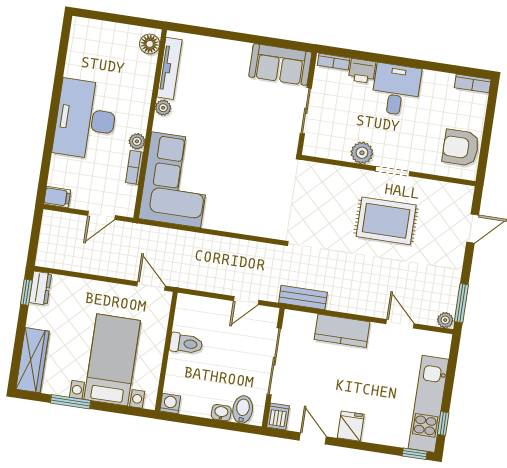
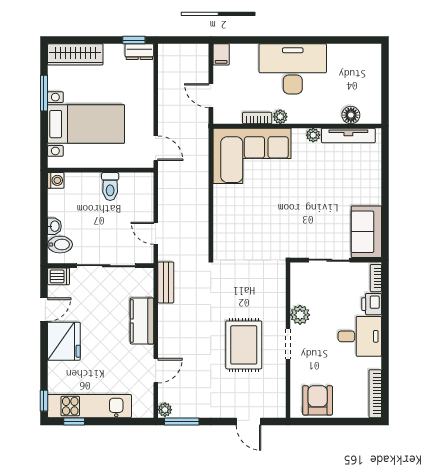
floor lamp: (150, 44) -> (351, 115), moved
bookcase: (473, 83) -> (375, 394), width x1.56
door: (151, 286) -> (156, 148), hinge flipped
fridge: (351, 426) -> (64, 341), width x1.88, depth x1.34

